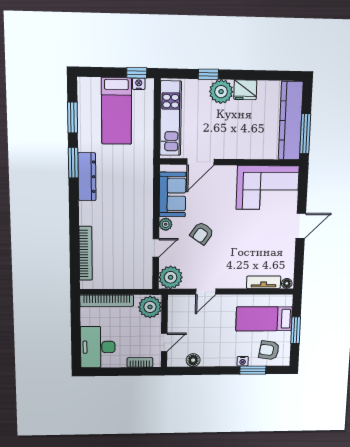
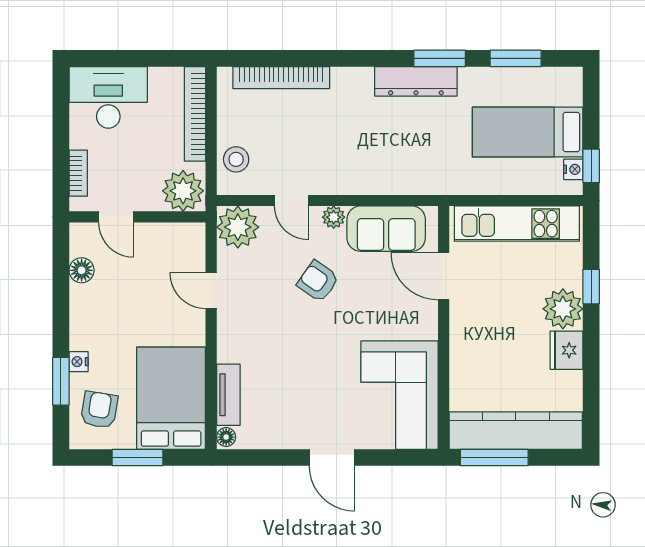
stool: (132, 278) -> (236, 159), added
bed: (264, 319) -> (171, 398), width x1.50

